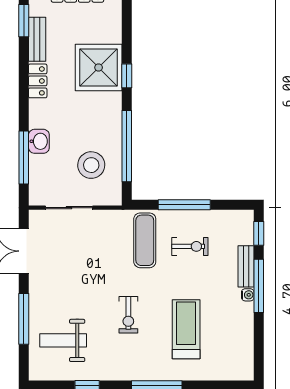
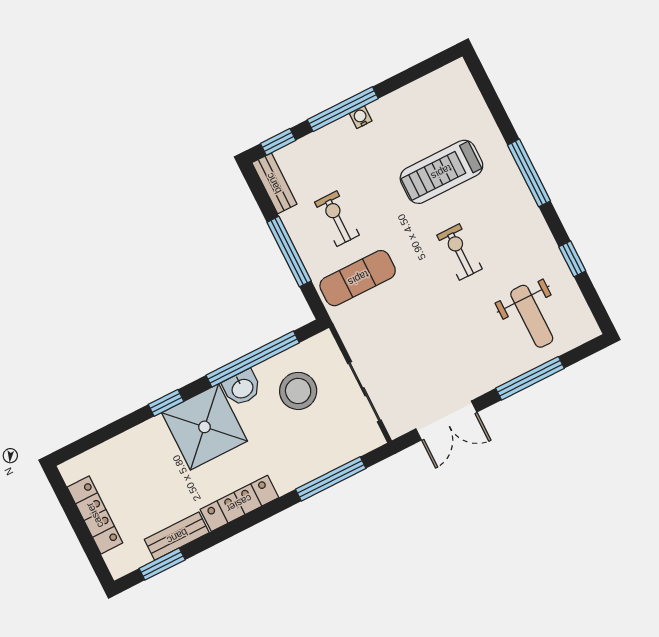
shower: (99, 67) -> (204, 427), moved
locker: (38, 81) -> (239, 503), width x1.53
washbasin: (39, 141) -> (242, 388), moved, turned 180
bench: (246, 266) -> (274, 183), moved, turned 90
exercise bike: (128, 315) -> (459, 252), turned -90

